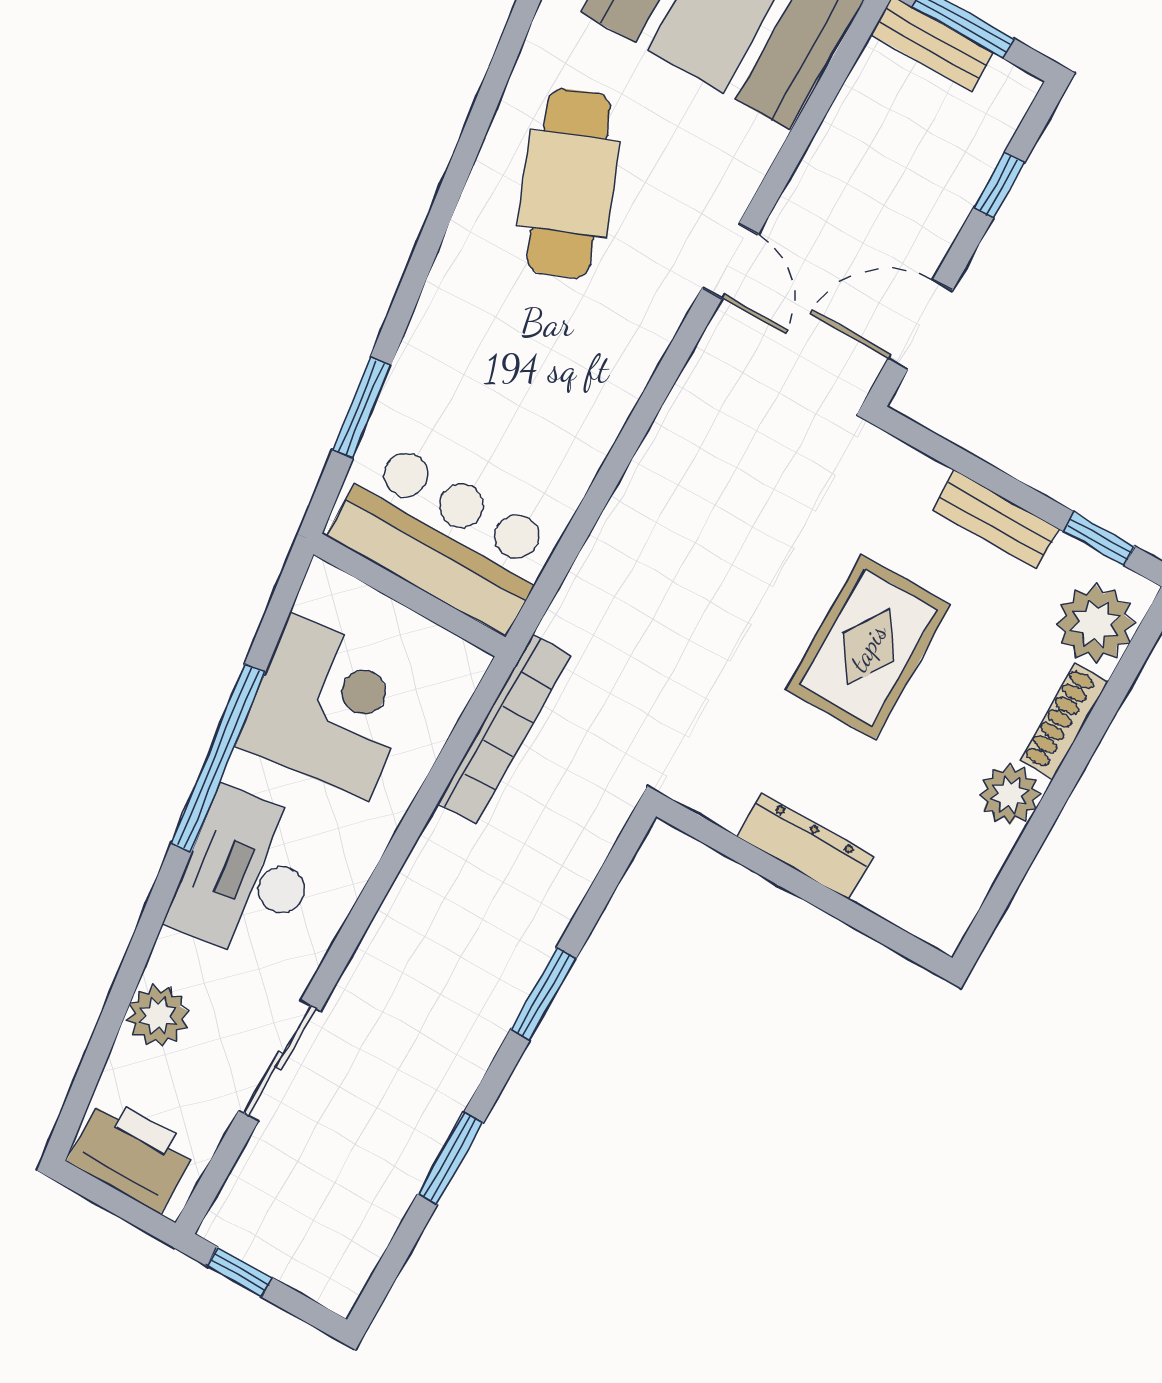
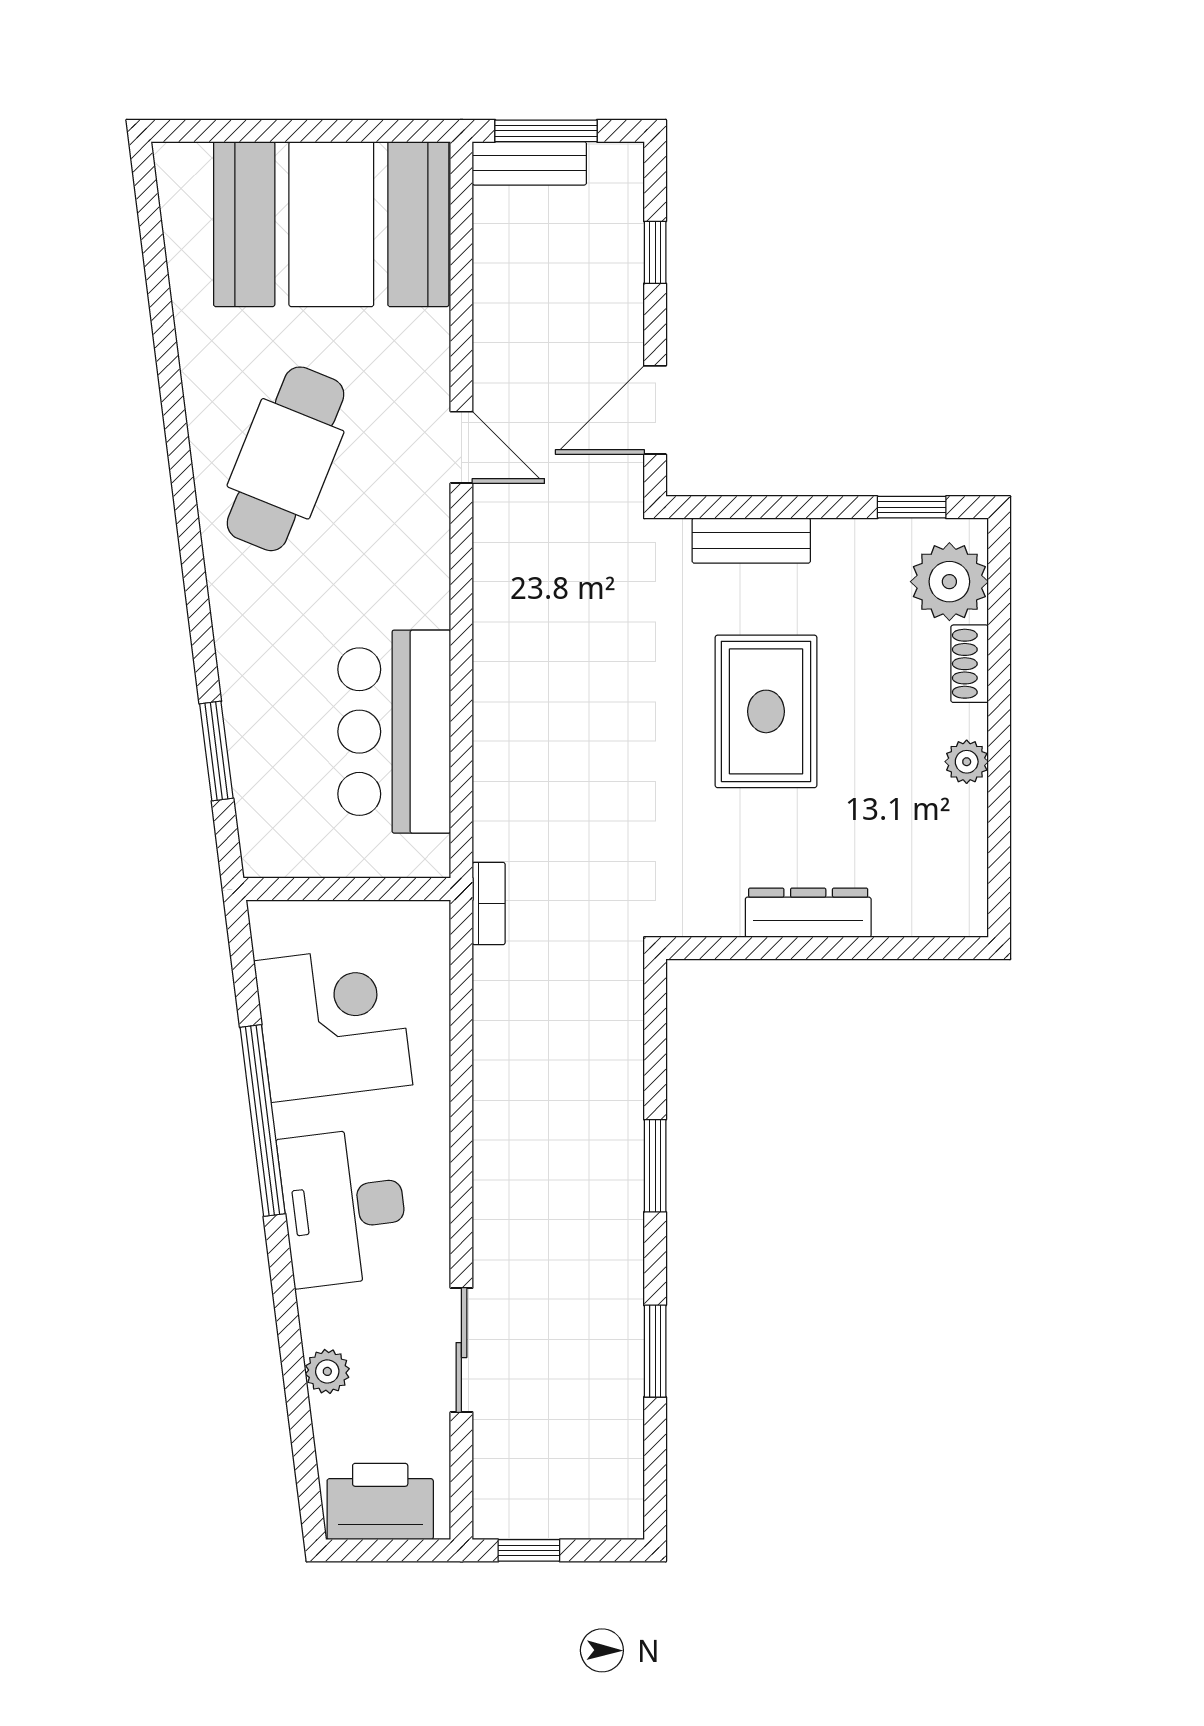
cafe table: (569, 183) -> (285, 459), turned 44
bench: (996, 519) -> (751, 541), moved
bar counter: (444, 537) -> (394, 732), moved, turned -90
shoe rack: (1064, 721) -> (970, 664), width x0.70
bookcase: (504, 729) -> (489, 903), width x0.43, depth x0.76
plant: (1010, 795) -> (967, 762), width x0.73, depth x0.73
plant: (158, 1016) -> (327, 1371), width x0.73, depth x0.73

